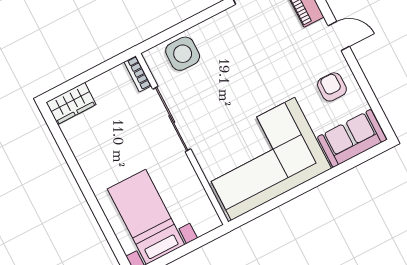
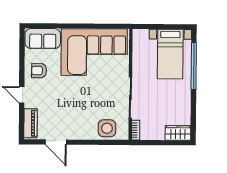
armchair: (332, 87) -> (39, 71), turned 90
window: (101, 218) -> (194, 66), added

